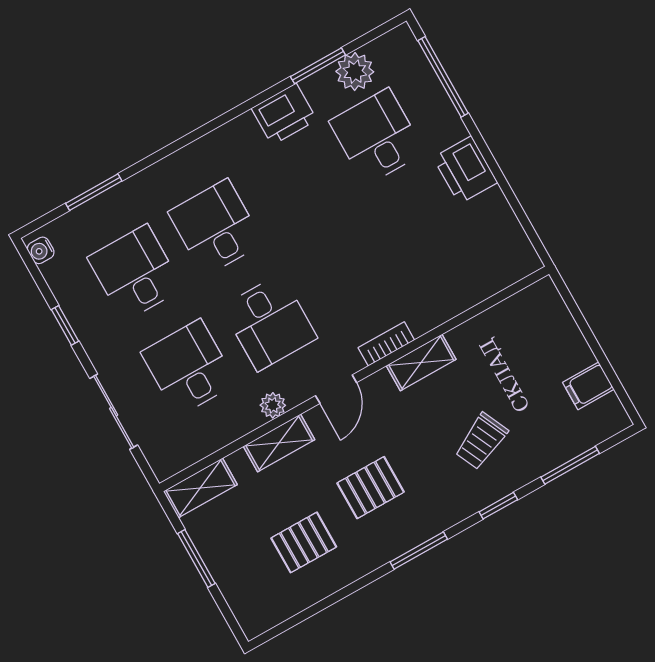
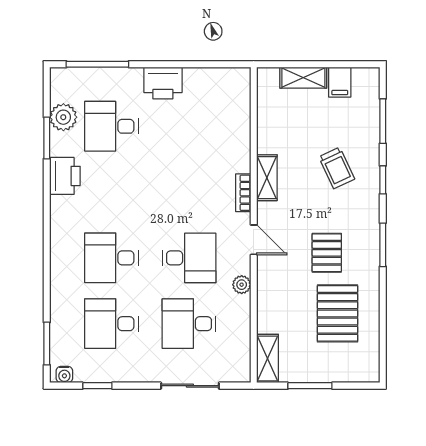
window: (94, 192) -> (47, 344), moved
window: (65, 325) -> (97, 386), moved
shelving: (279, 443) -> (303, 78), moved, turned 90
pallet: (304, 542) -> (337, 313), width x1.50, depth x1.42

